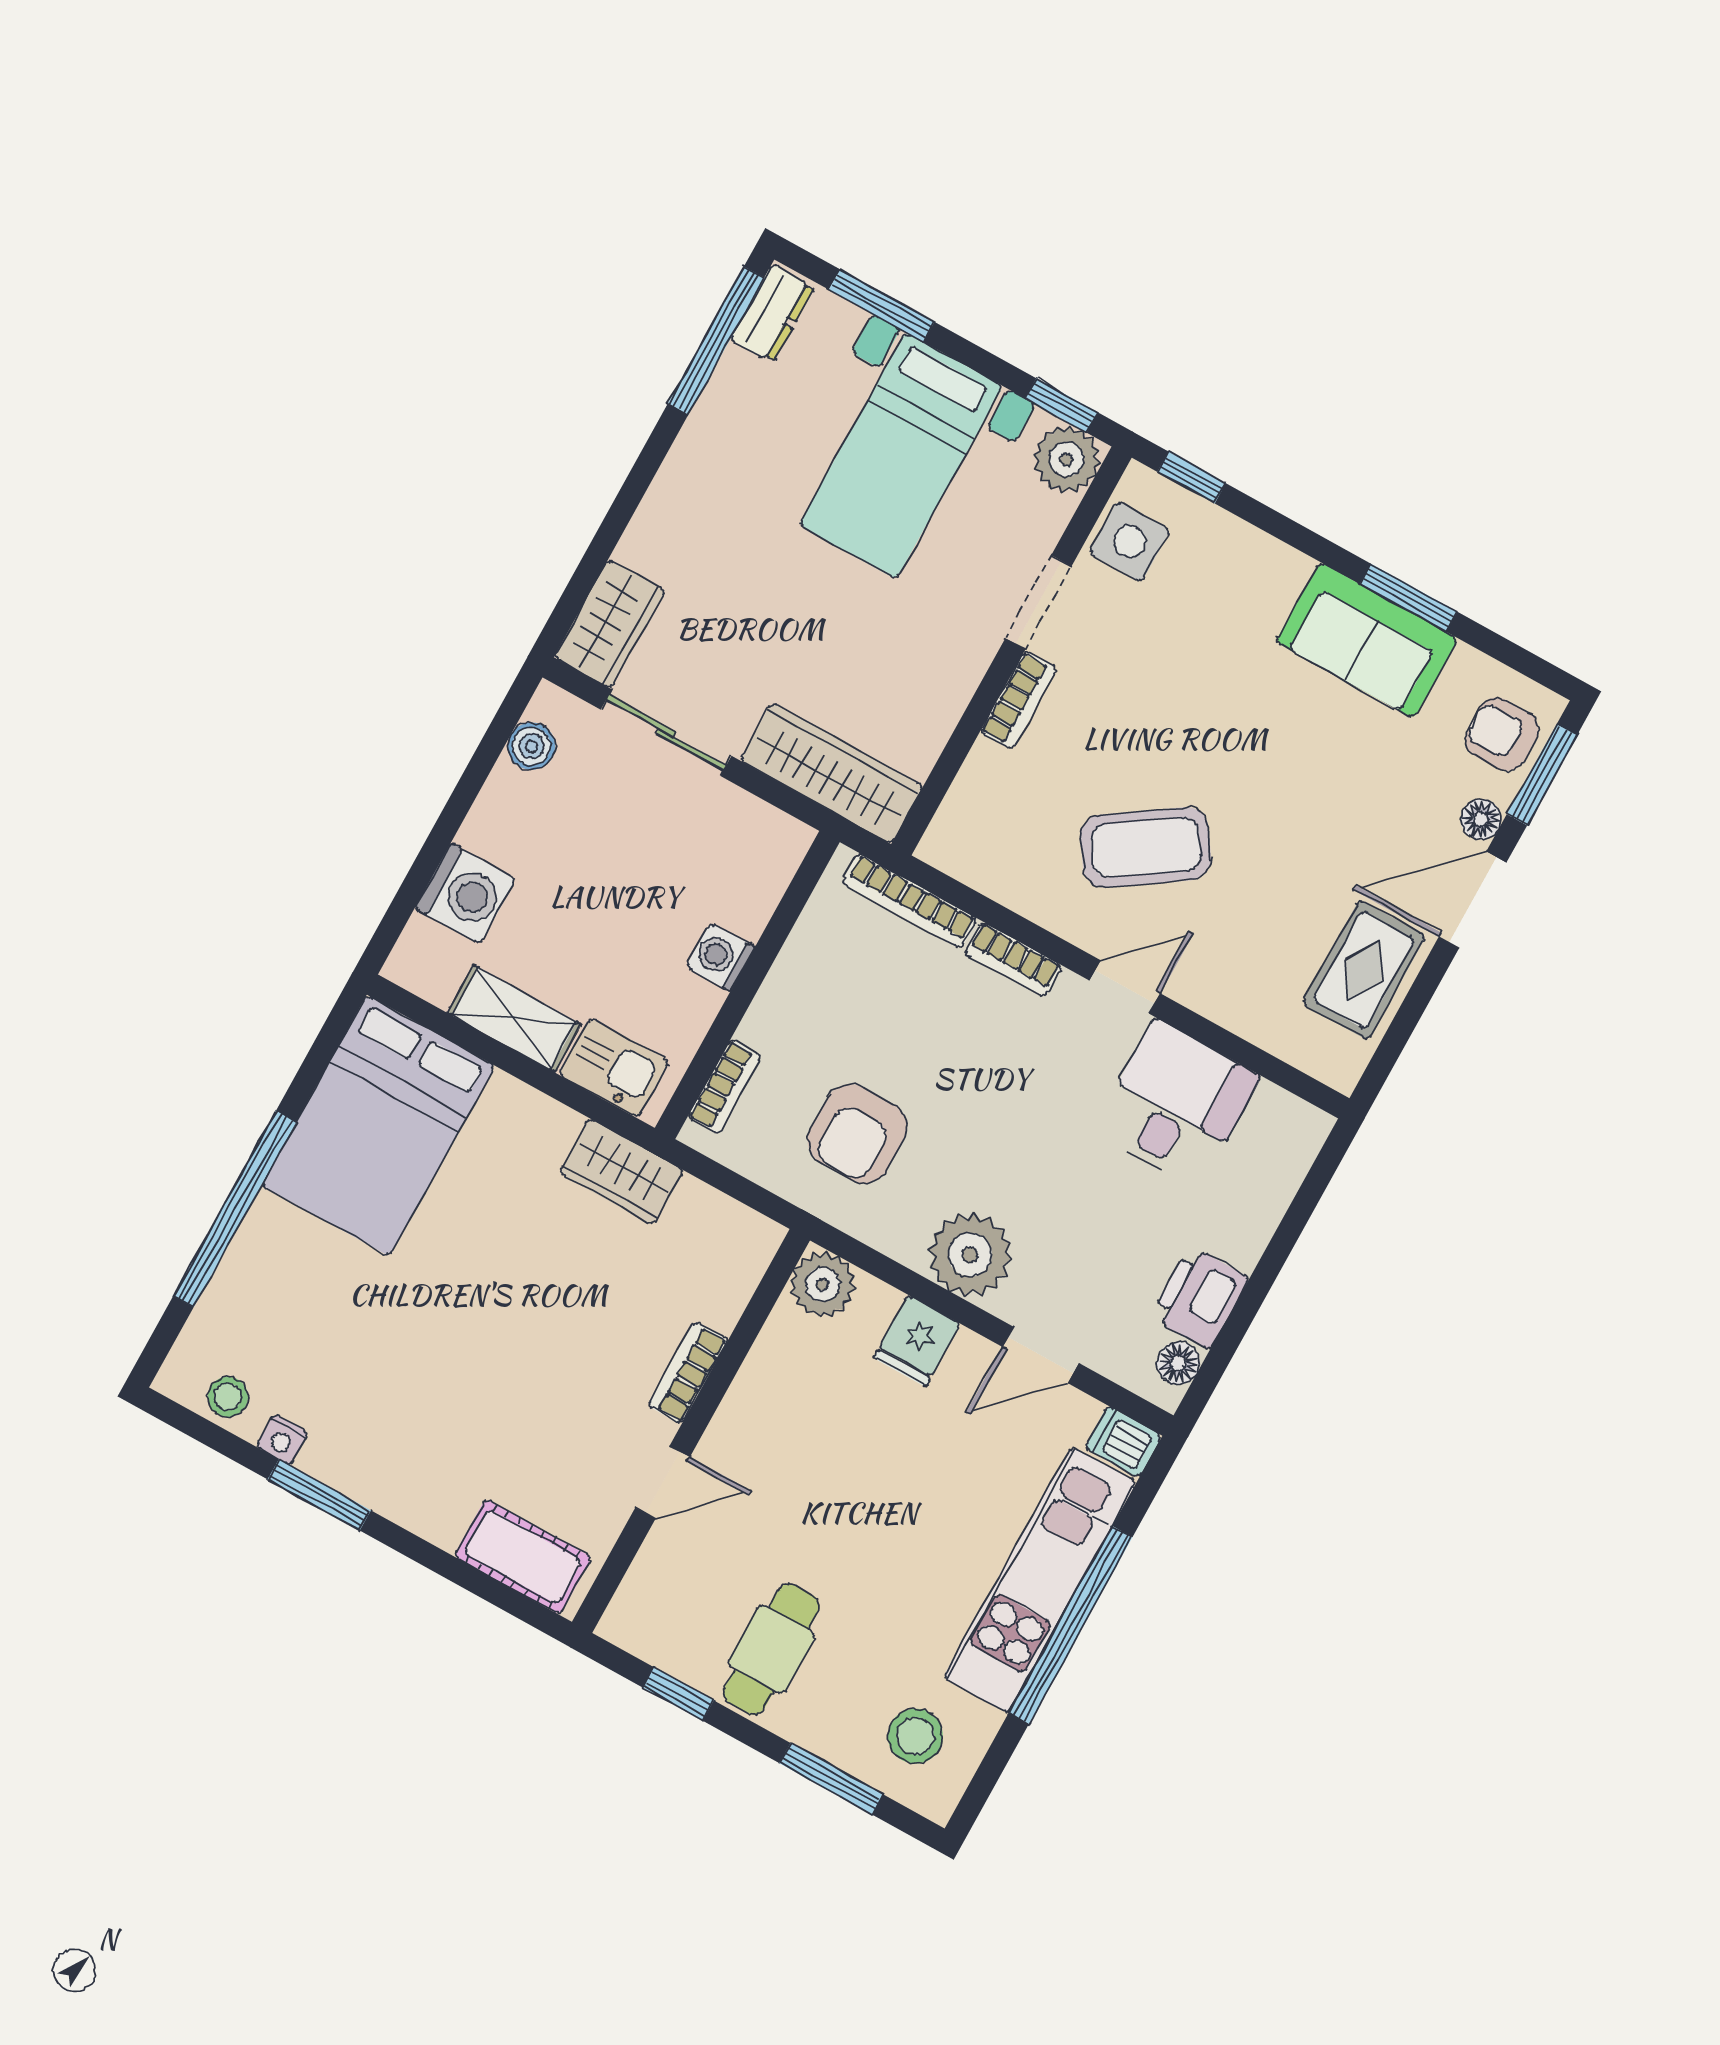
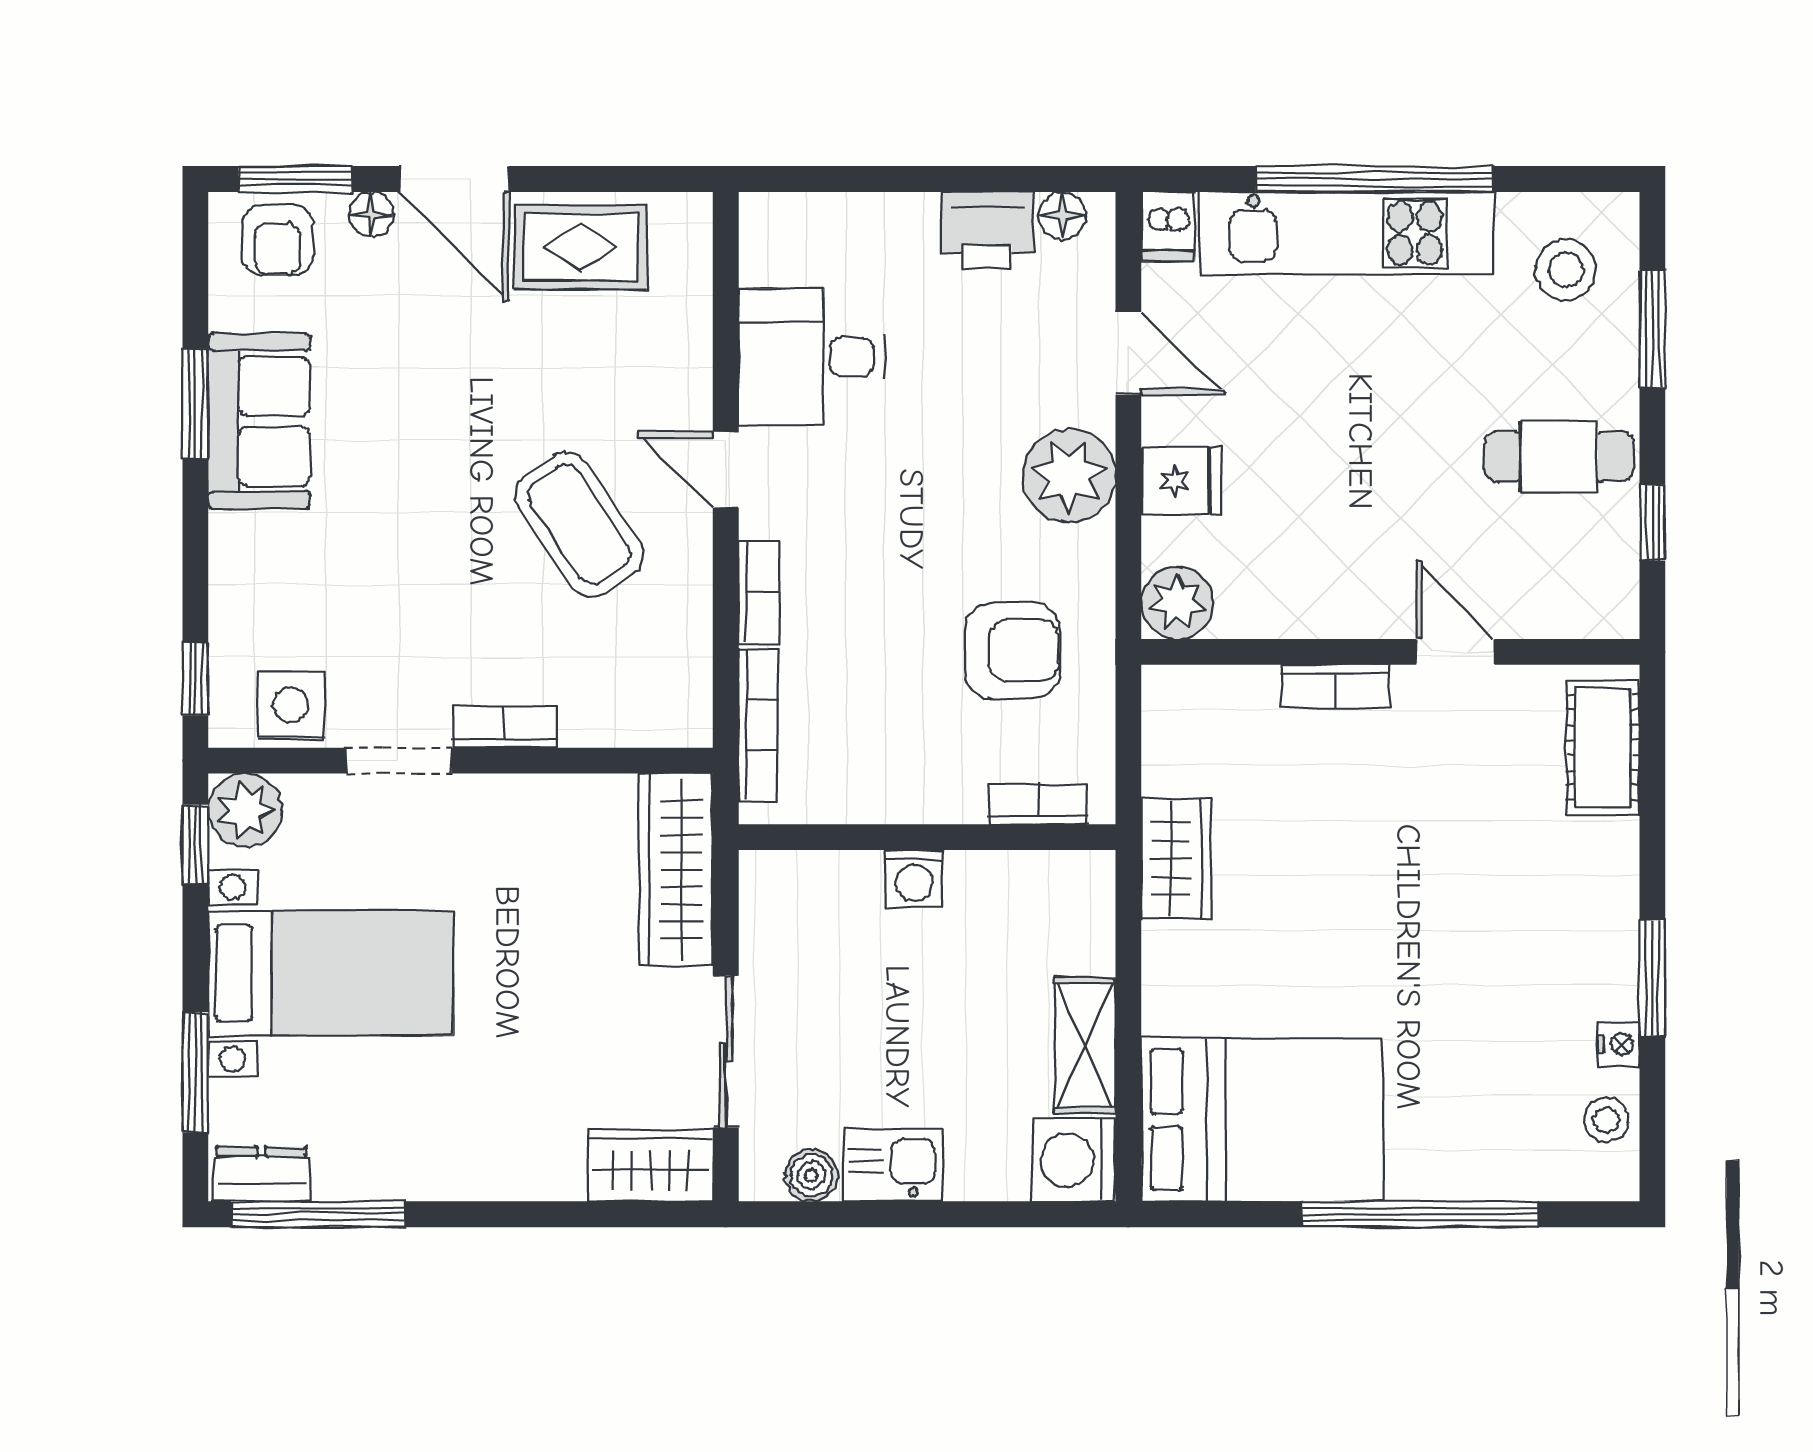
washing machine: (465, 894) -> (1074, 1160), moved, turned -90
kitchen sink: (614, 1068) -> (893, 1165), moved, turned 90

